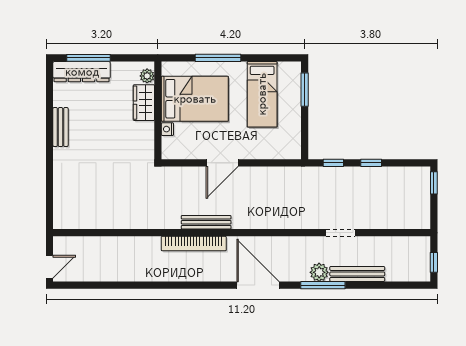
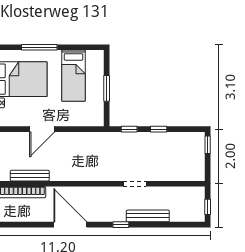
window: (305, 90) -> (107, 88), moved
plant: (319, 272) -> (118, 215), removed
window: (323, 285) -> (121, 225), width x0.46

